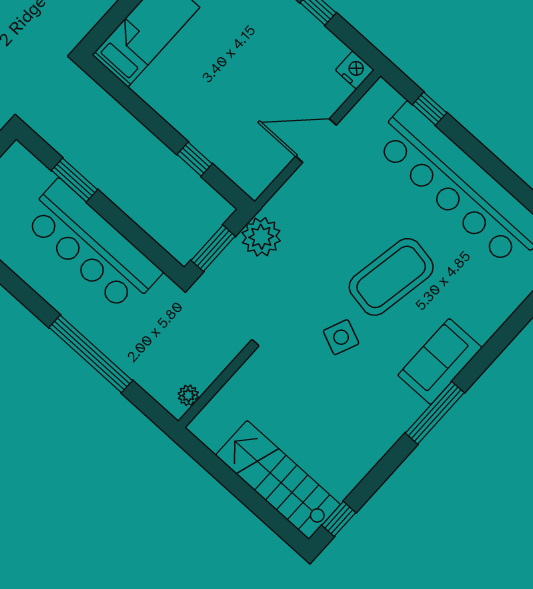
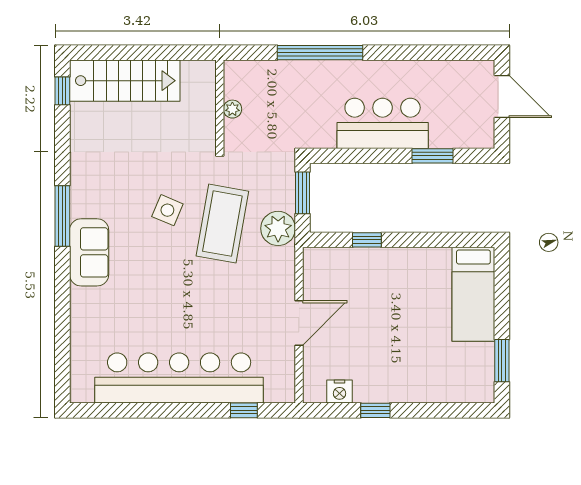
nightstand: (355, 70) -> (340, 392), moved
bar counter: (92, 246) -> (383, 123), width x0.73
coffee table: (391, 277) -> (222, 224), moved
plant: (188, 395) -> (232, 109), moved

